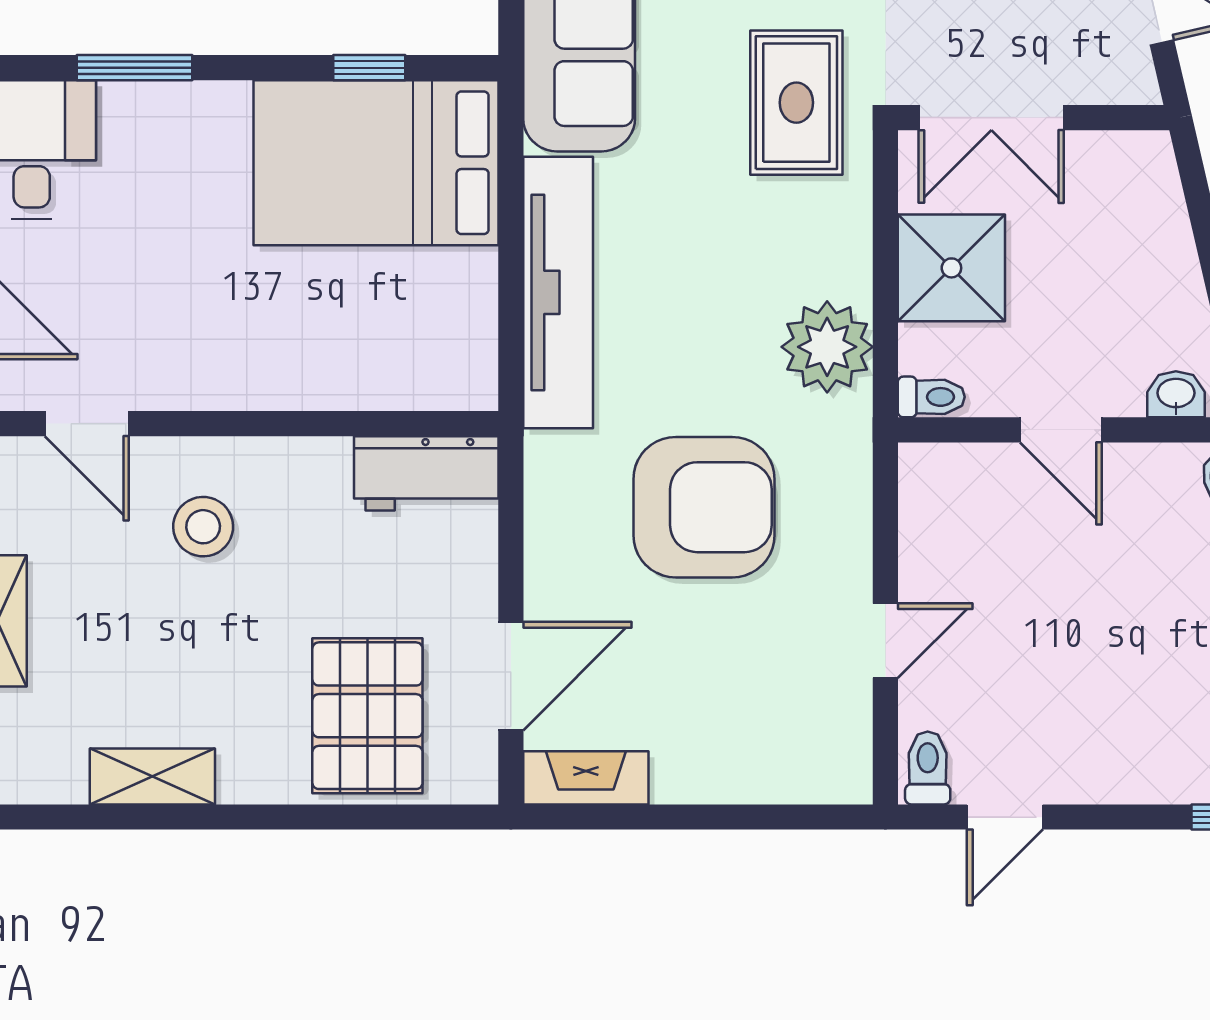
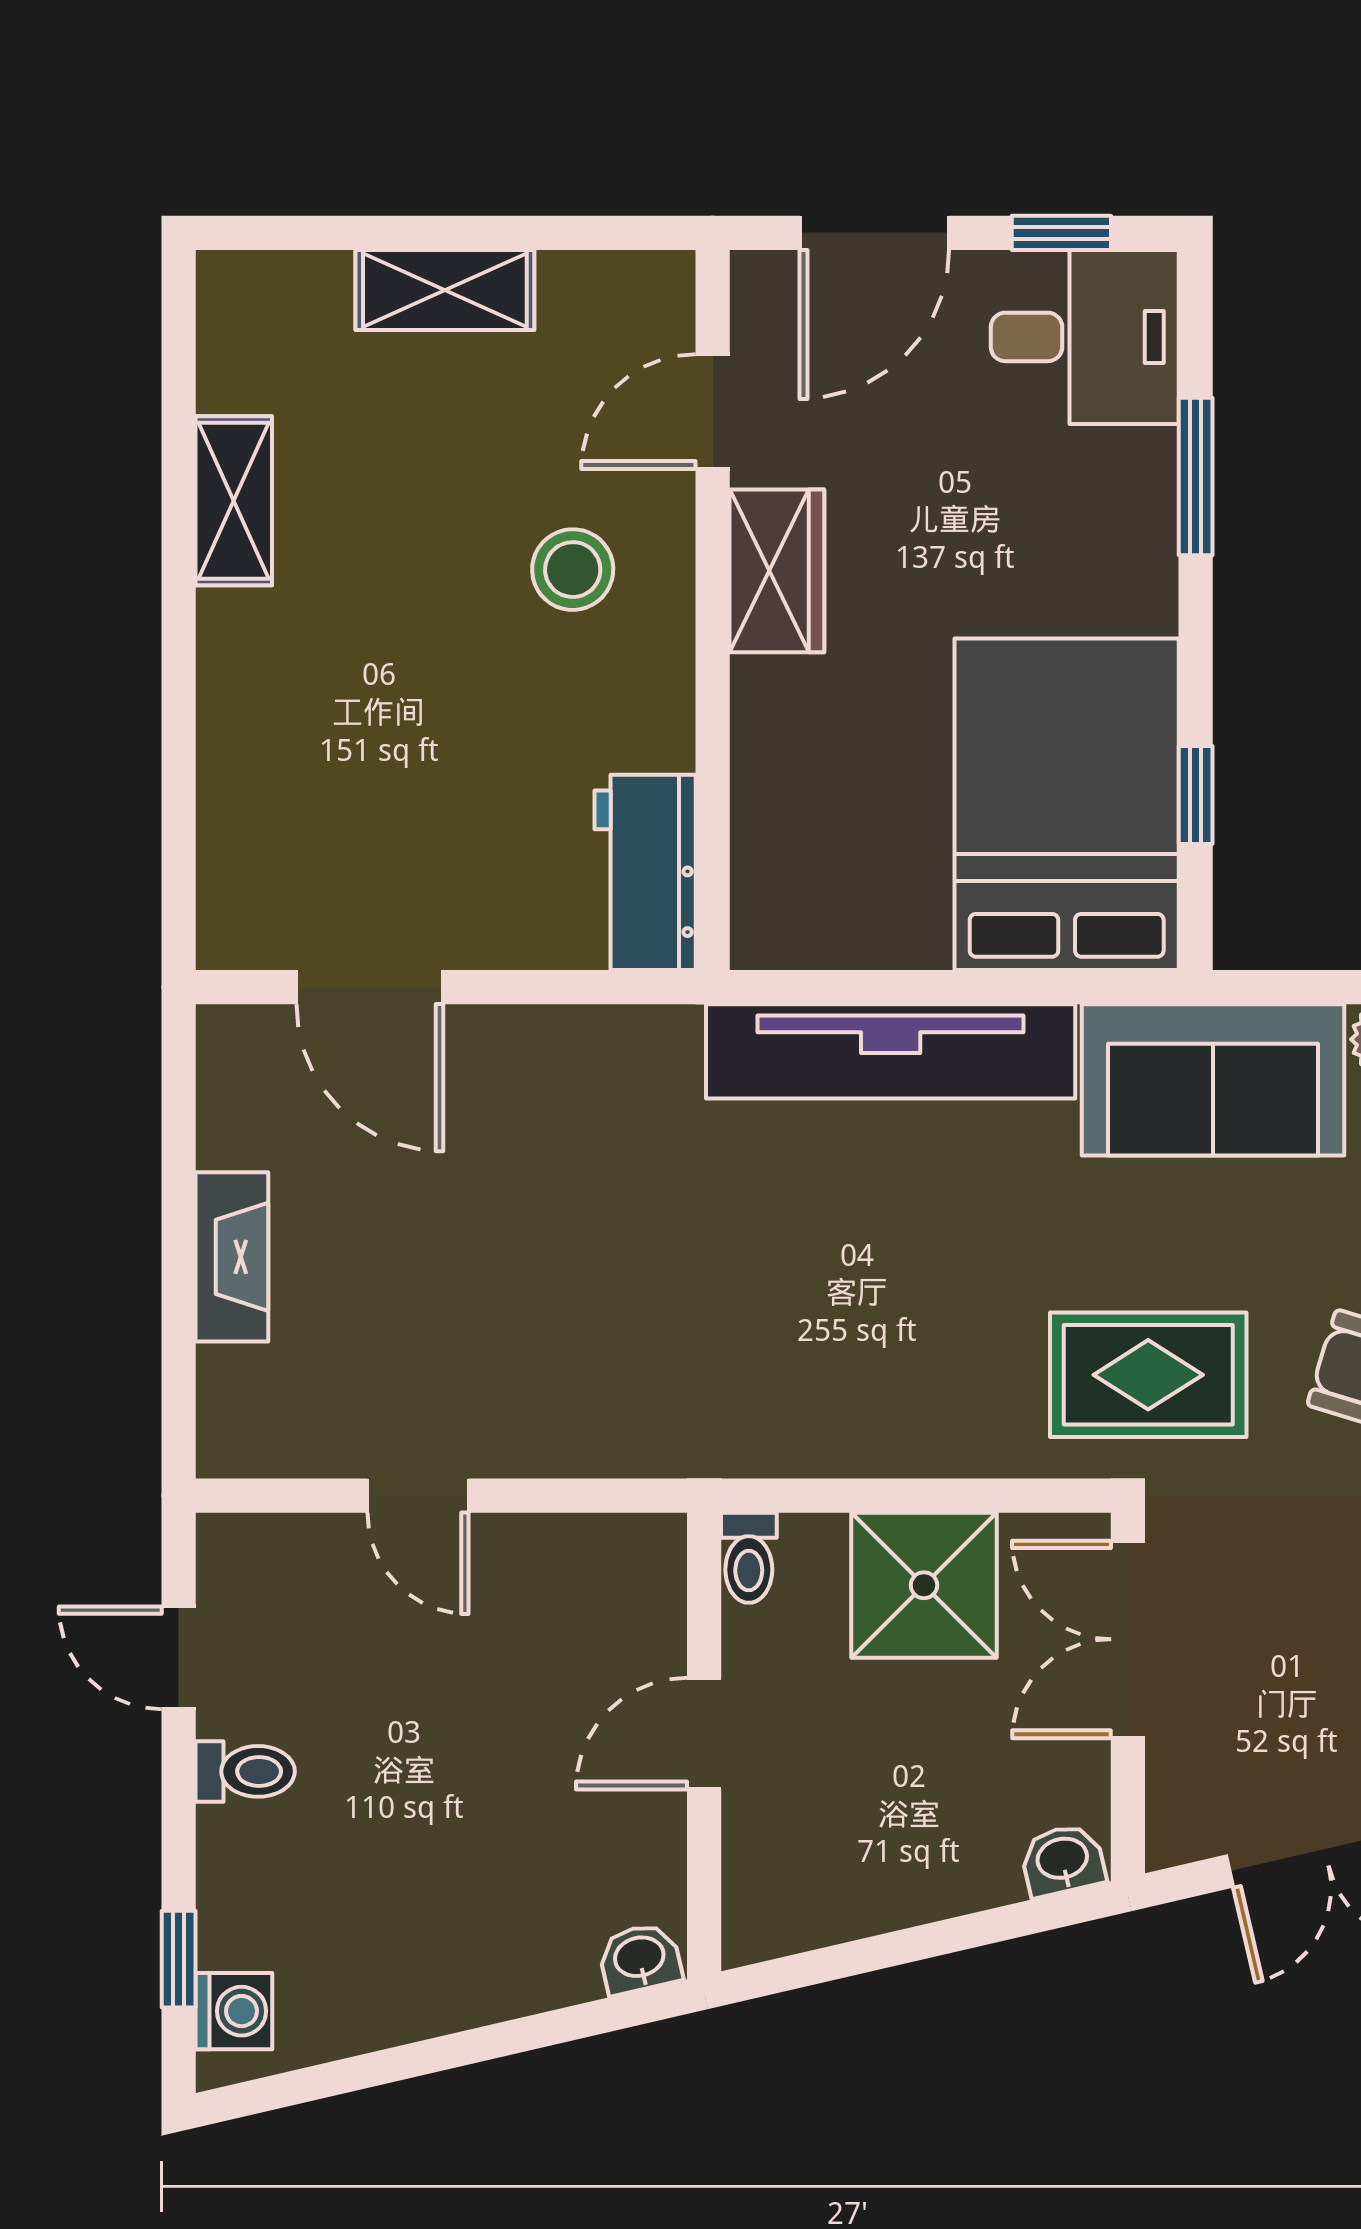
plant: (827, 347) -> (817, 1417), removed
wardrobe: (204, 376) -> (777, 571), added
washbasin: (1176, 394) -> (1063, 1860), moved, turned -103
armchair: (704, 507) -> (599, 1249), removed
pallet: (367, 716) -> (316, 793), removed
toilet: (928, 768) -> (245, 1771), moved
fireplace: (586, 778) -> (232, 1257), moved

